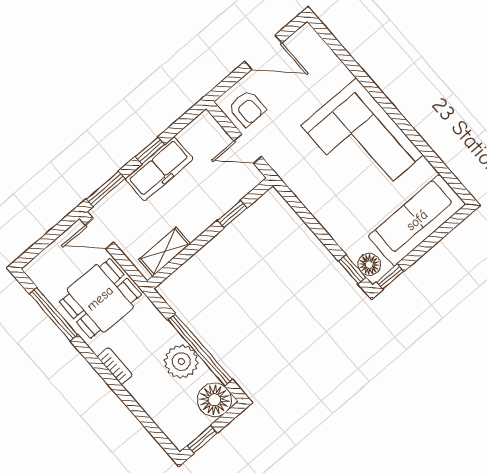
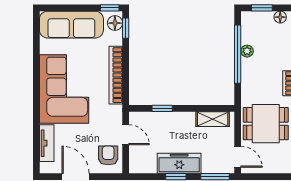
tv unit: (329, 62) -> (47, 143), added
bookcase: (317, 207) -> (116, 75), added
plant: (181, 362) -> (247, 51), width x0.53, depth x0.53
floor lamp: (214, 400) -> (280, 17), moved, width x0.53, depth x0.53
window: (202, 439) -> (262, 8), moved

